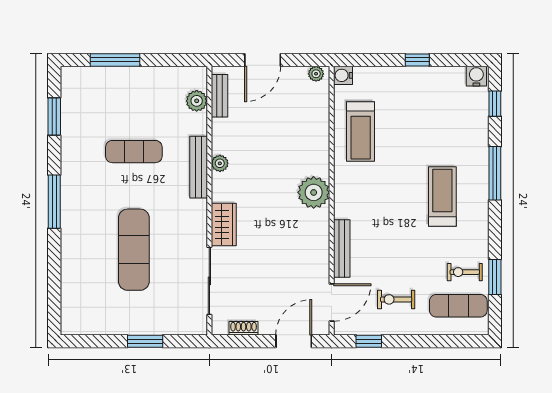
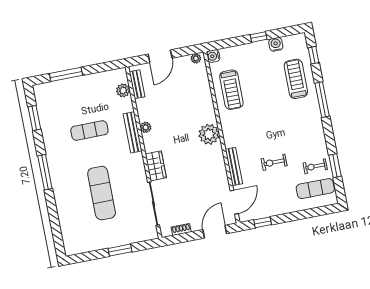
water cooler: (476, 76) -> (276, 44), moved
treadmill: (442, 196) -> (296, 79), moved
exercise bike: (396, 299) -> (274, 162), moved

